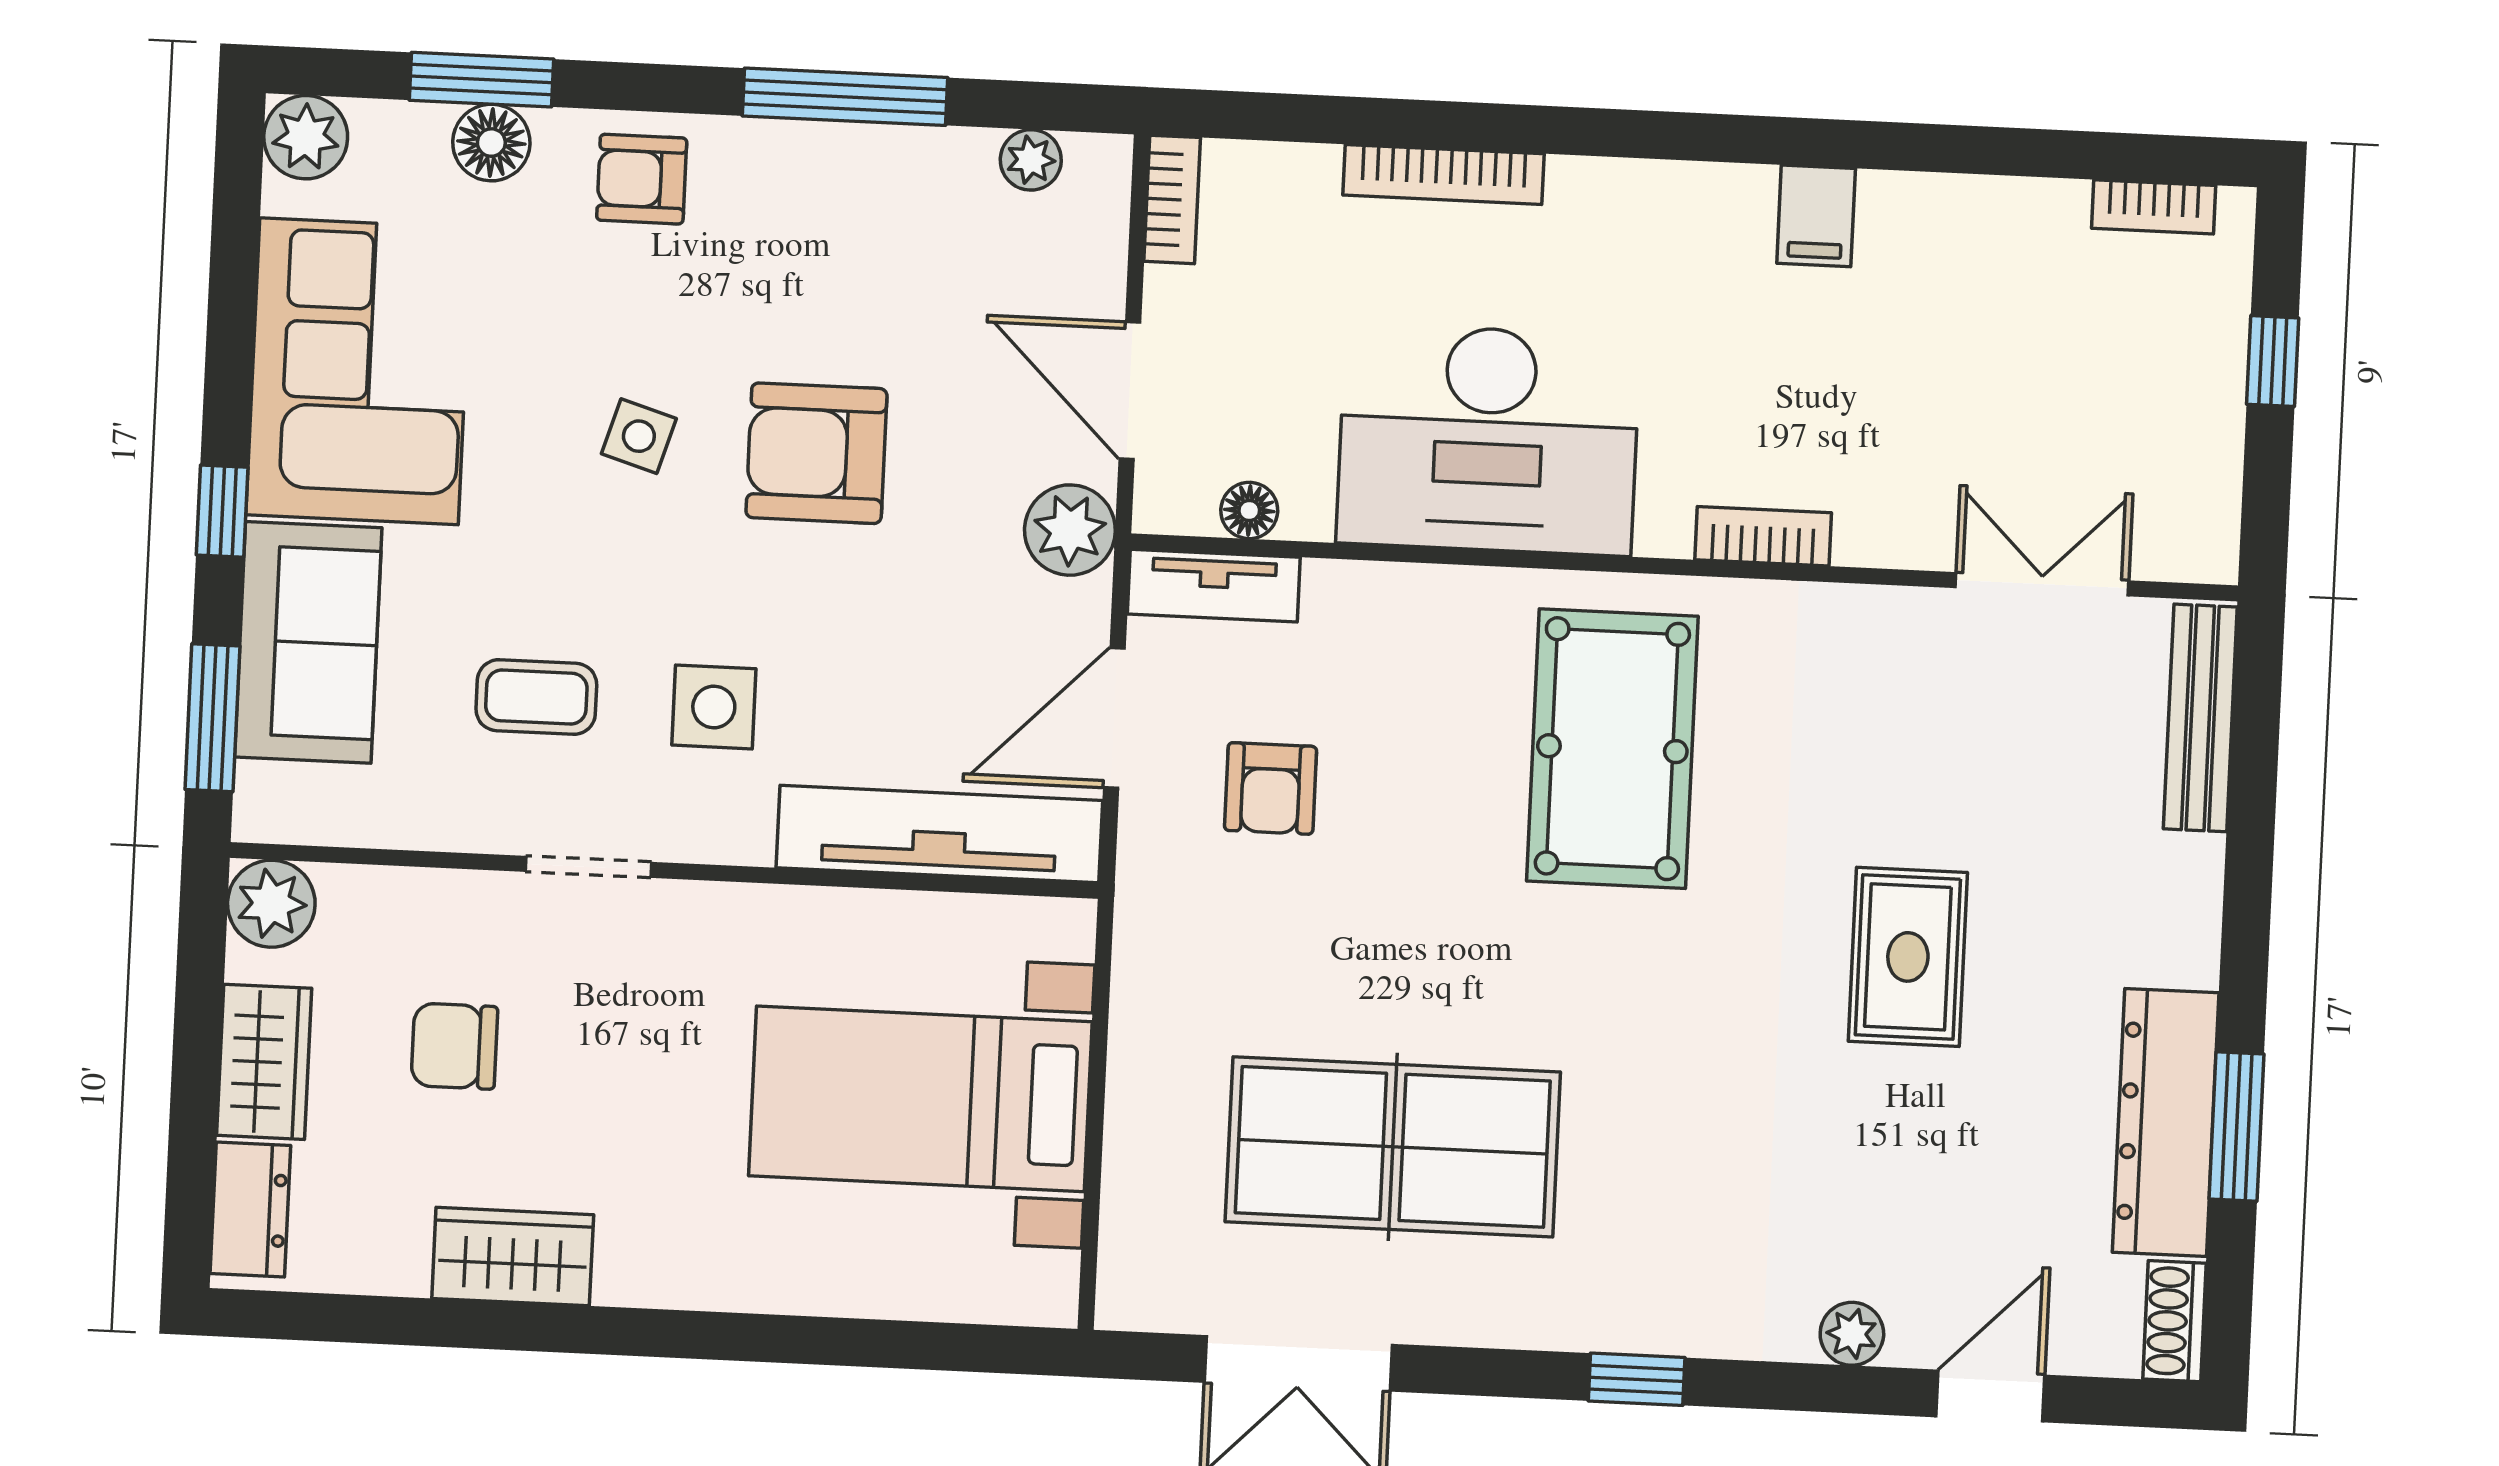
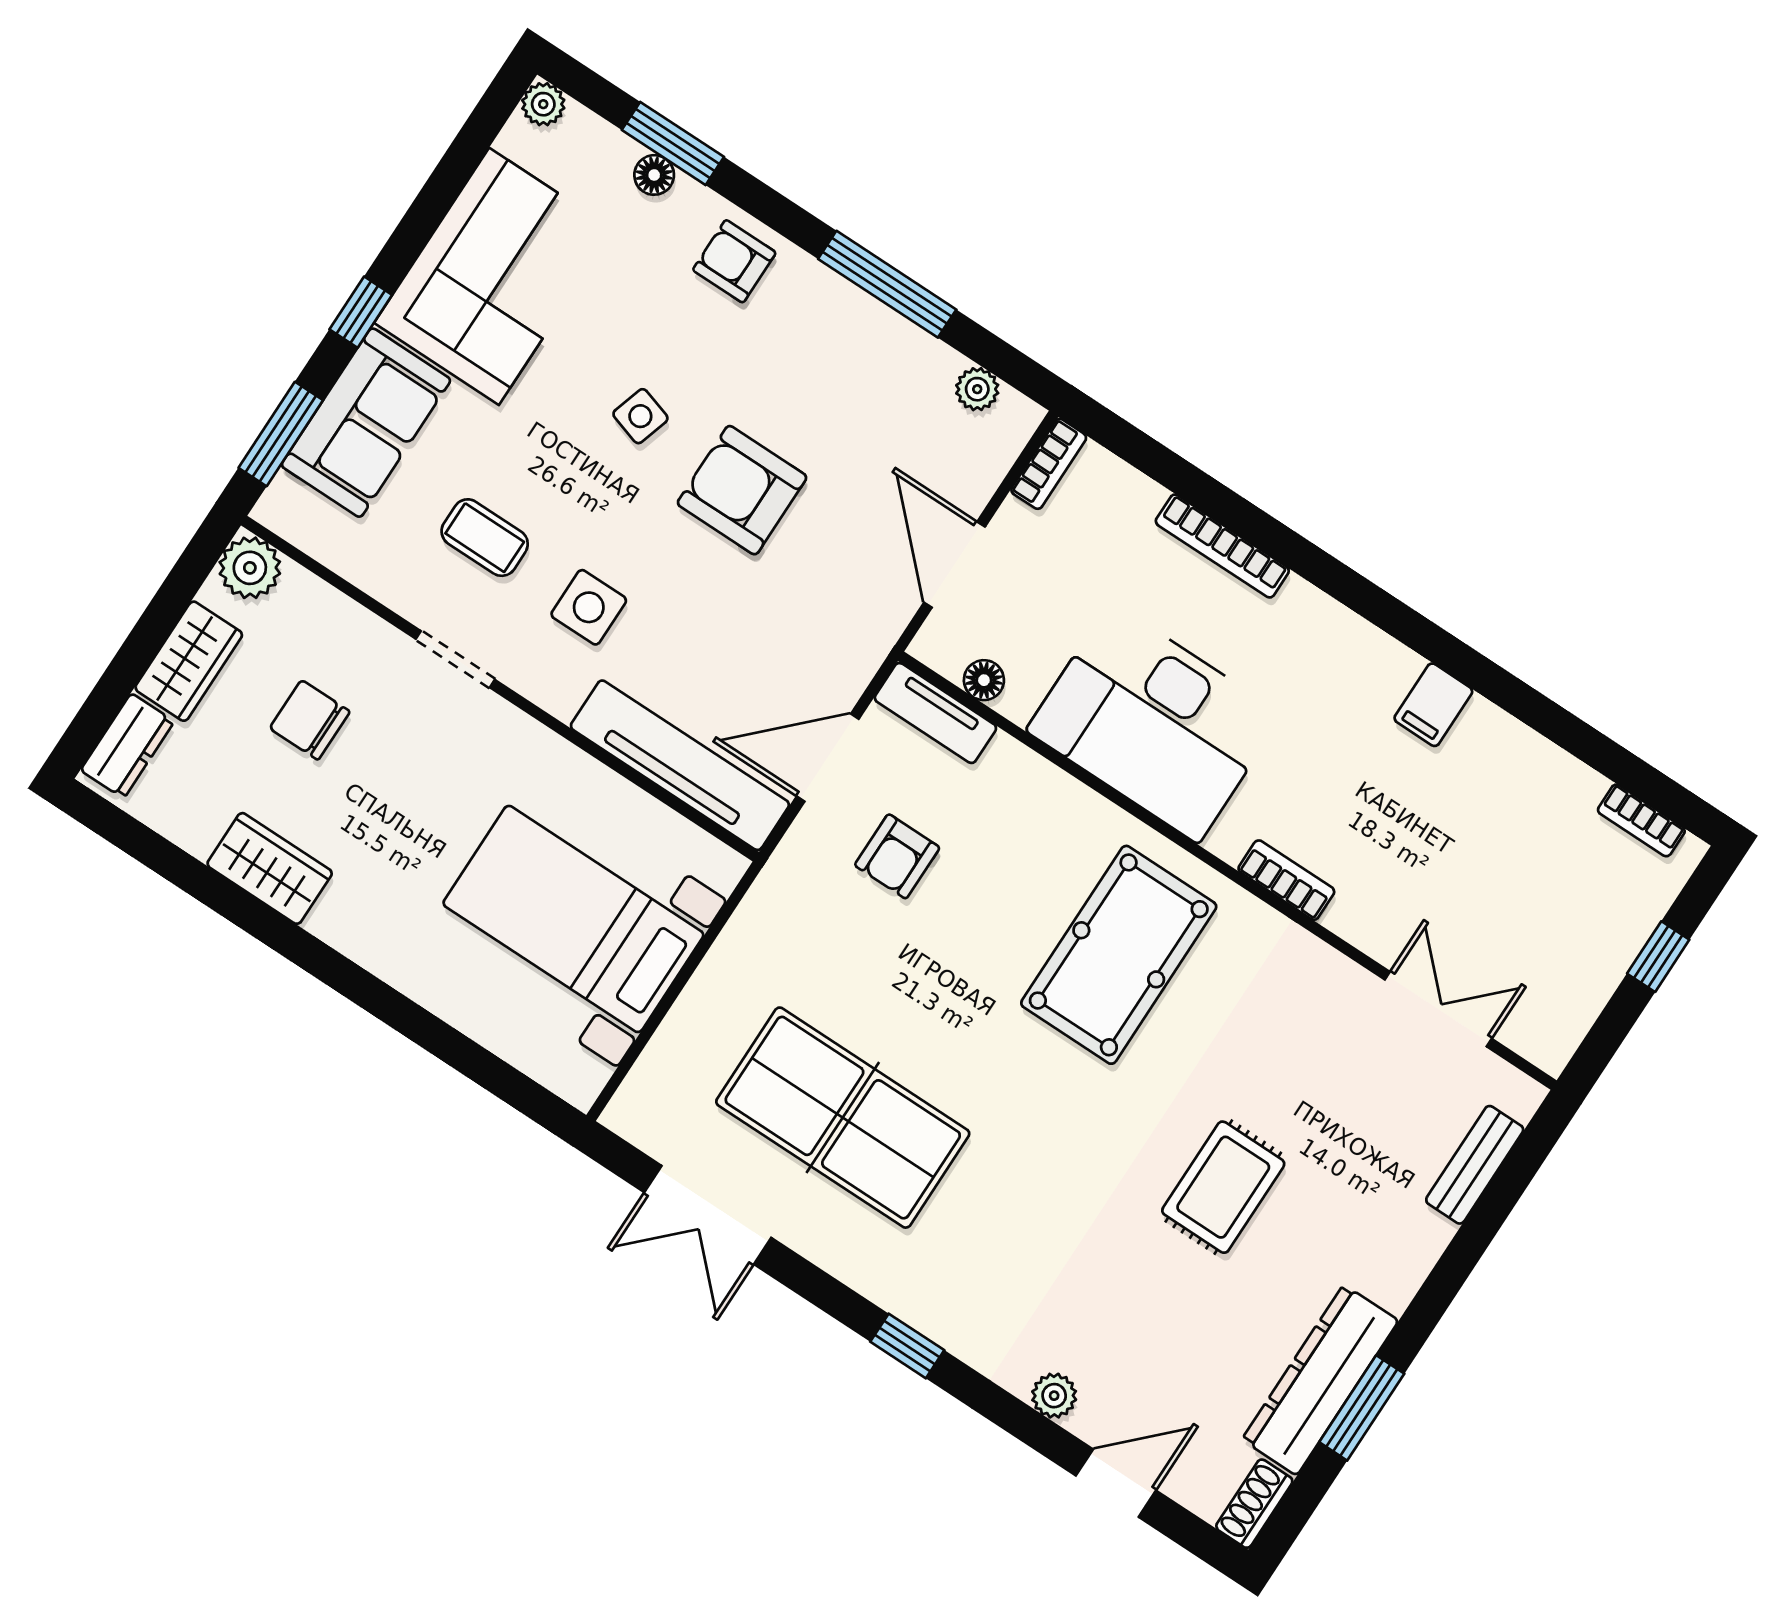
plant: (306, 137) -> (543, 104), width x0.73, depth x0.73
floor lamp: (491, 143) -> (654, 175), width x0.73, depth x0.73
plant: (1070, 530) -> (868, 628), removed
bench: (2200, 718) -> (1475, 1165), width x0.73

